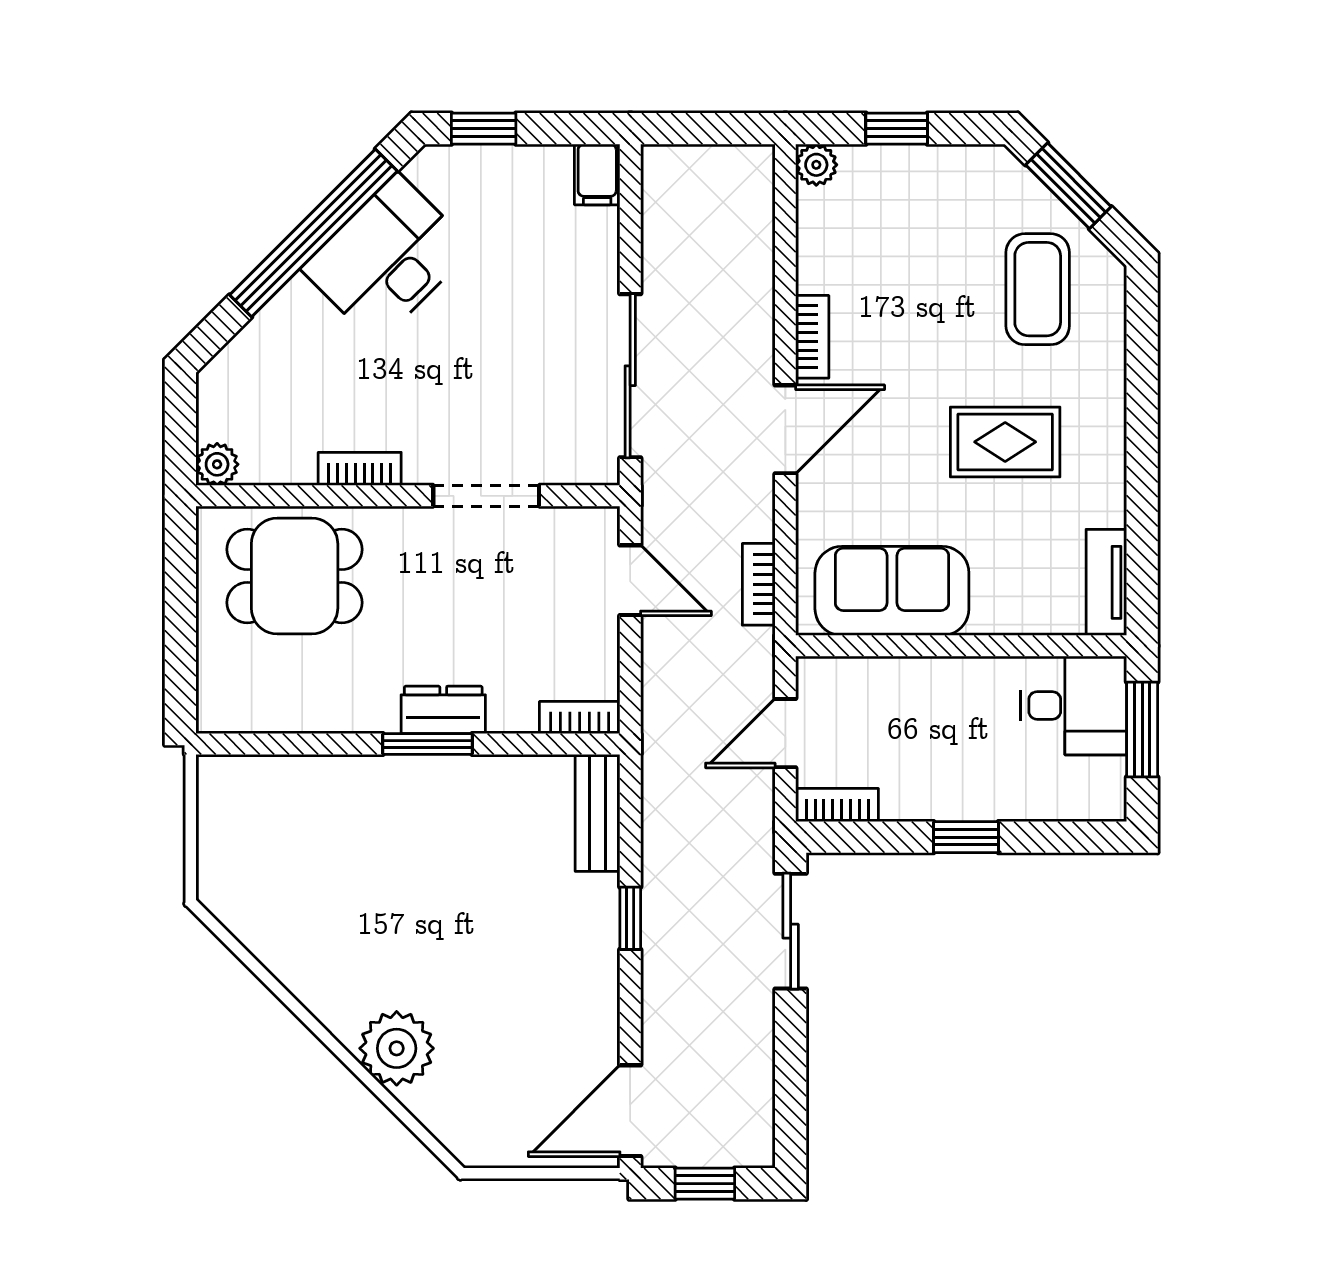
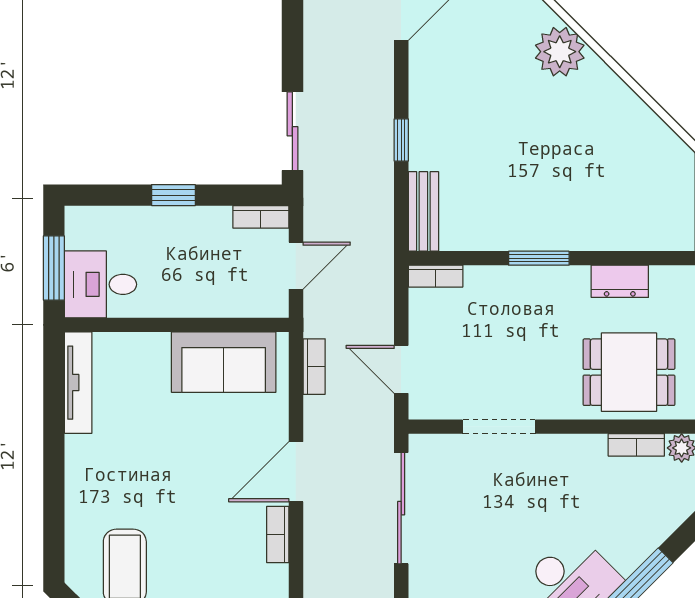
rug: (1005, 442) -> (147, 463), removed
bookcase: (360, 469) -> (636, 445), moved
tv unit: (1106, 582) -> (78, 383), width x1.41
dresser: (443, 710) -> (620, 281), moved

